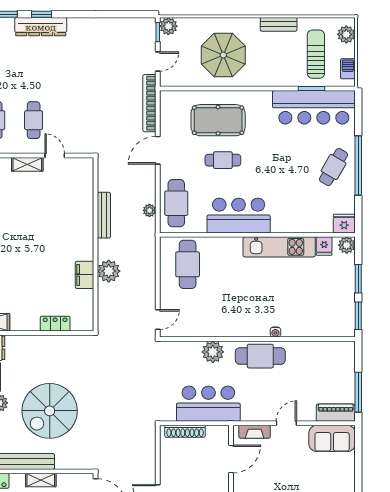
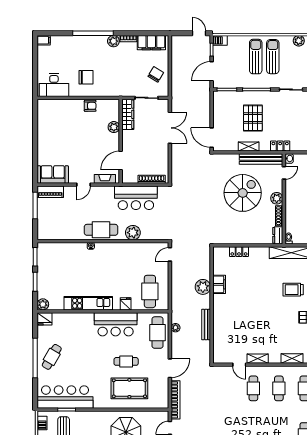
fridge: (324, 246) -> (126, 304), moved

